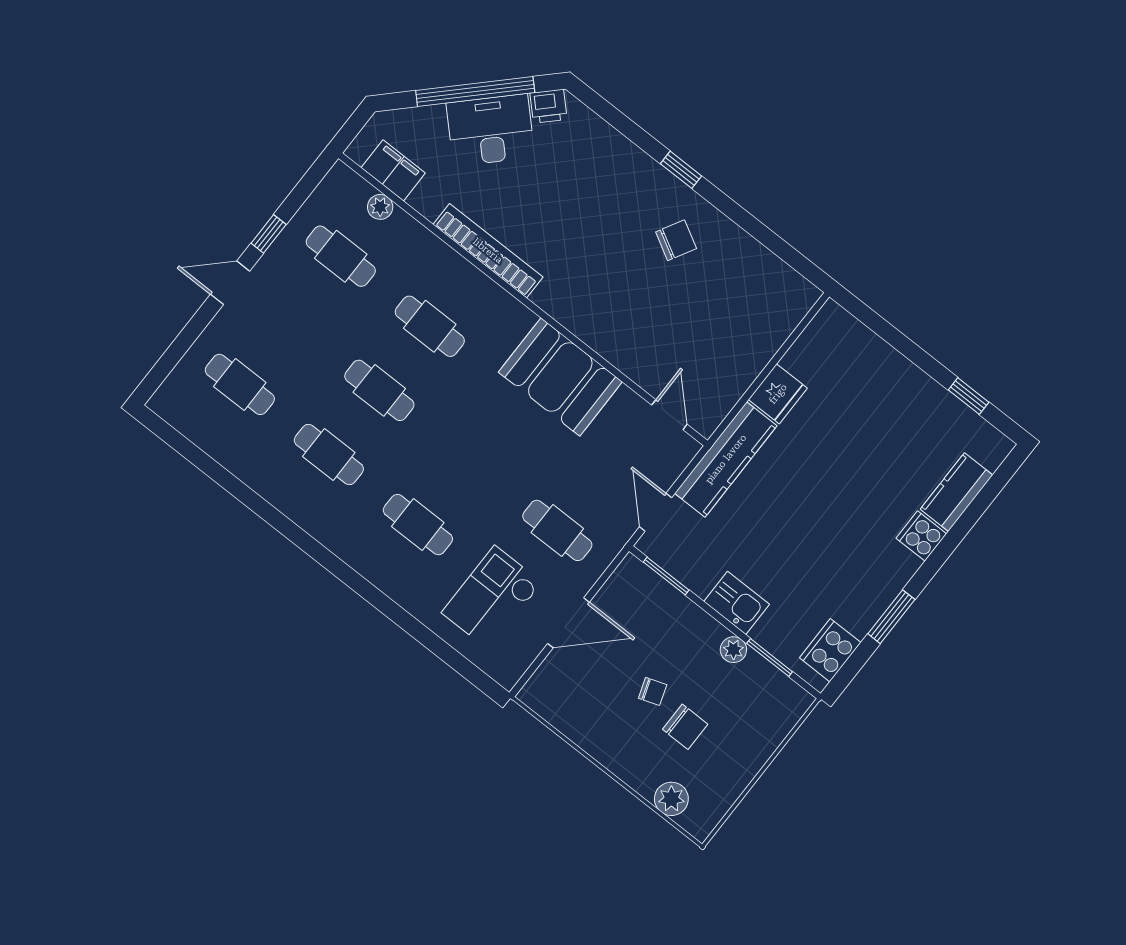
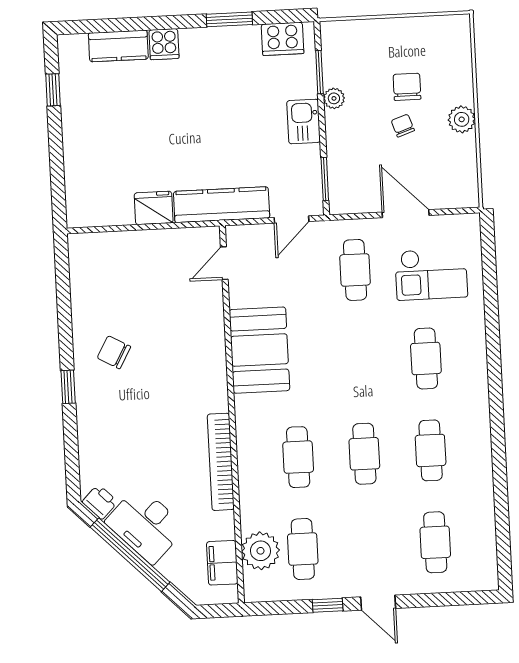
plant: (380, 207) -> (260, 551), width x1.88, depth x1.88
plant: (671, 799) -> (462, 119), moved

